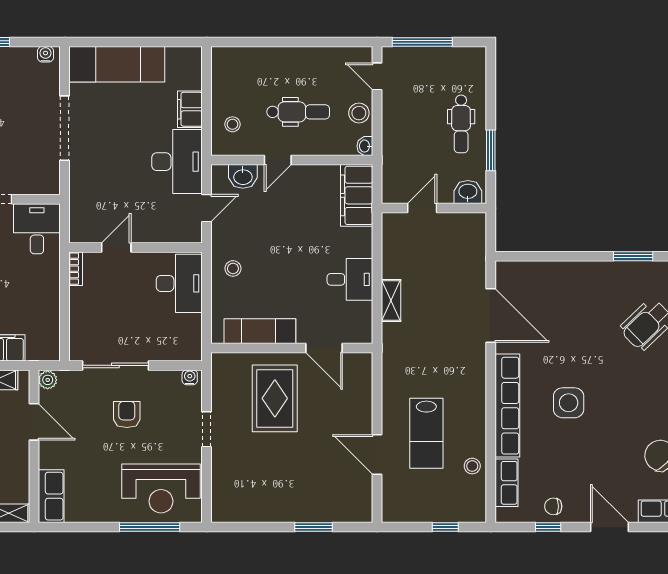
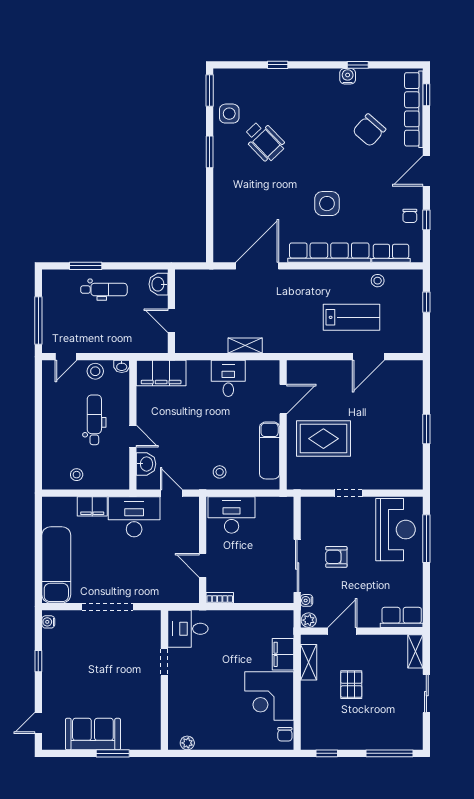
stool: (233, 124) -> (77, 475), moved
window: (491, 150) -> (86, 266), moved
water cooler: (190, 377) -> (307, 600), moved
window: (313, 527) -> (426, 429), moved

